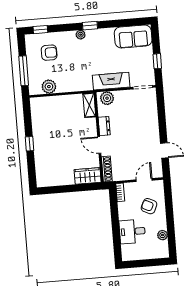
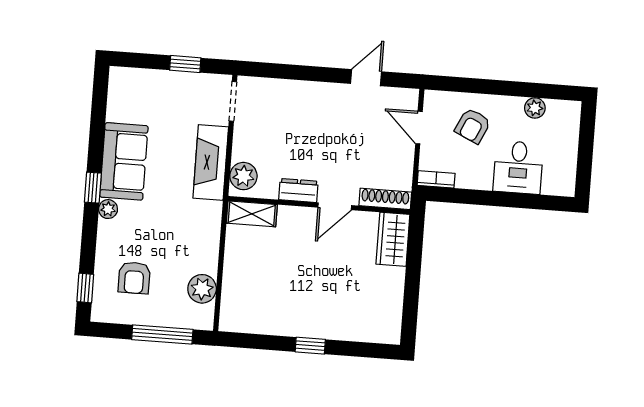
sofa: (133, 36) -> (124, 161), moved
armchair: (49, 53) -> (134, 278), turned 180

